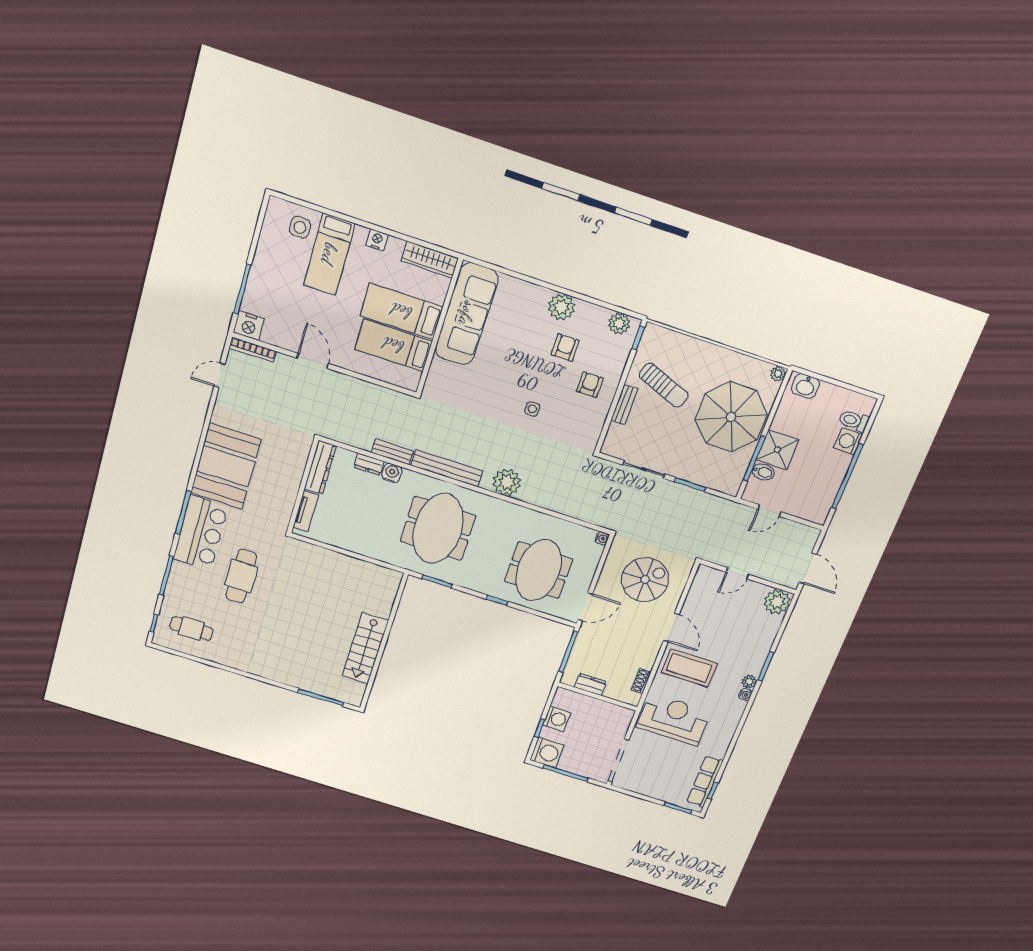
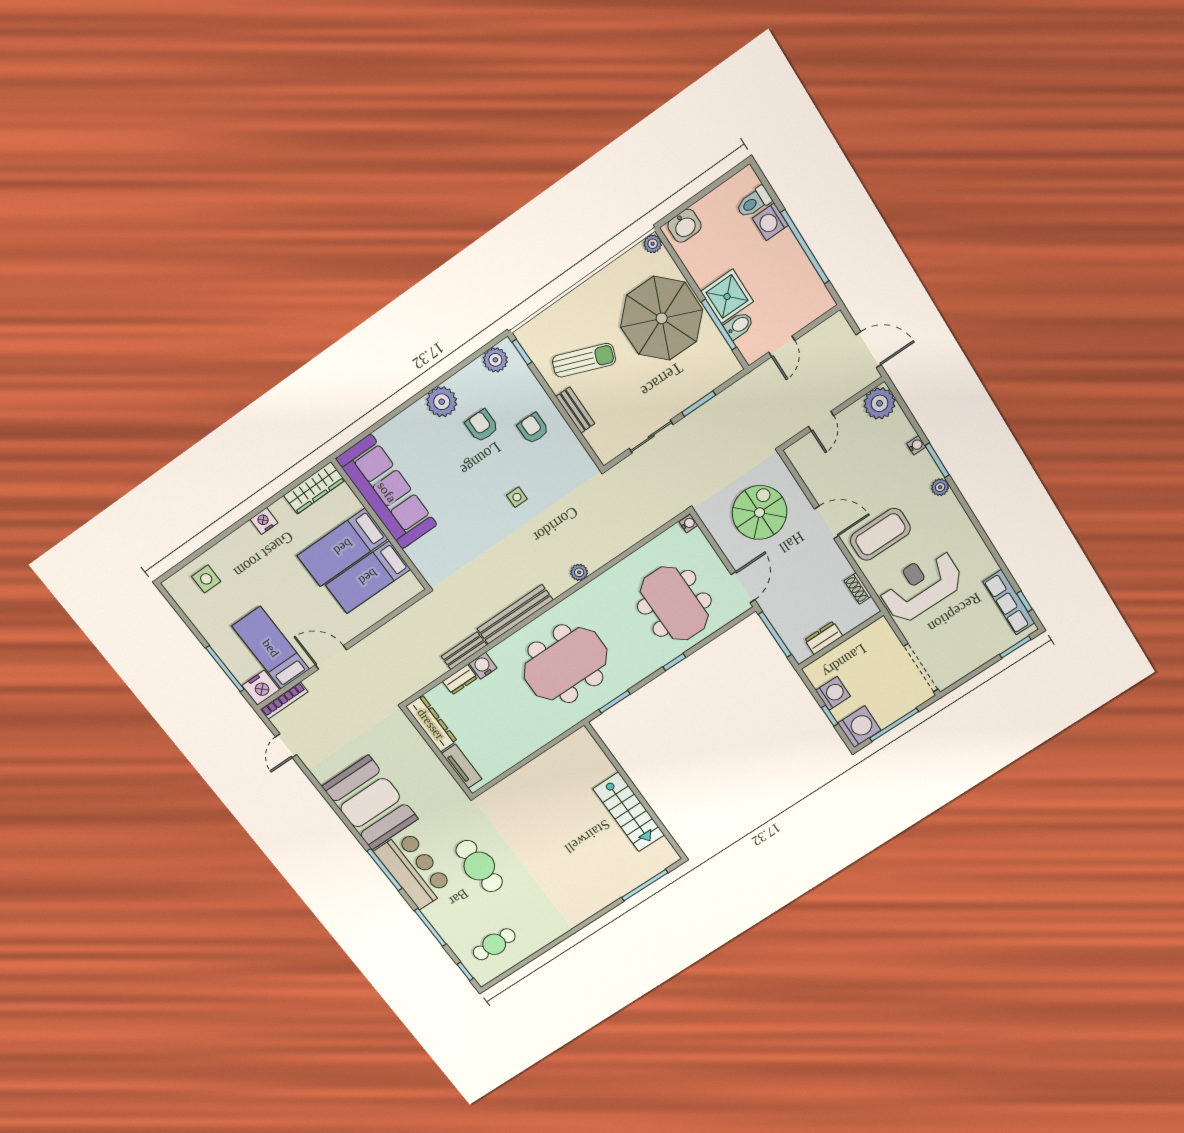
bed: (329, 254) -> (271, 648), moved, turned 180
plant: (507, 482) -> (579, 572), width x0.53, depth x0.53
meeting table: (438, 528) -> (565, 664), turned 90
water cooler: (745, 695) -> (916, 445), moved

